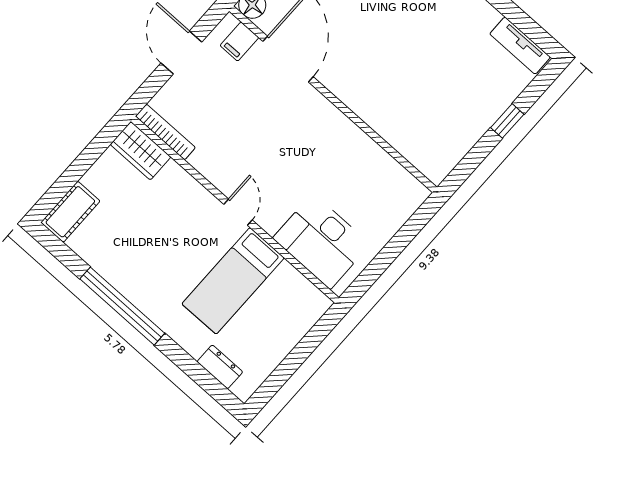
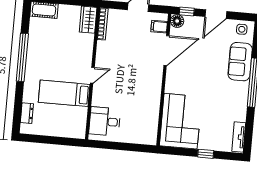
corner sofa: (422, 122) -> (181, 121), added
desk: (322, 241) -> (105, 121), width x0.73

